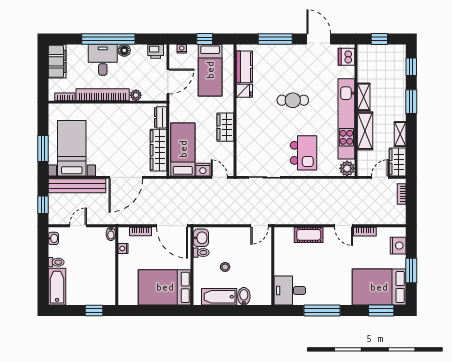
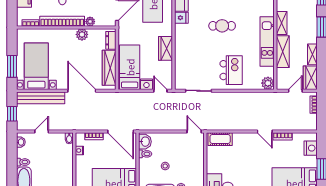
plant: (126, 111) -> (82, 34), added
kitchen unit: (346, 119) -> (267, 42), width x0.73
door: (126, 177) -> (82, 91), swing flipped
door: (260, 226) -> (194, 131), swing flipped
cot: (309, 235) -> (220, 139), moved

